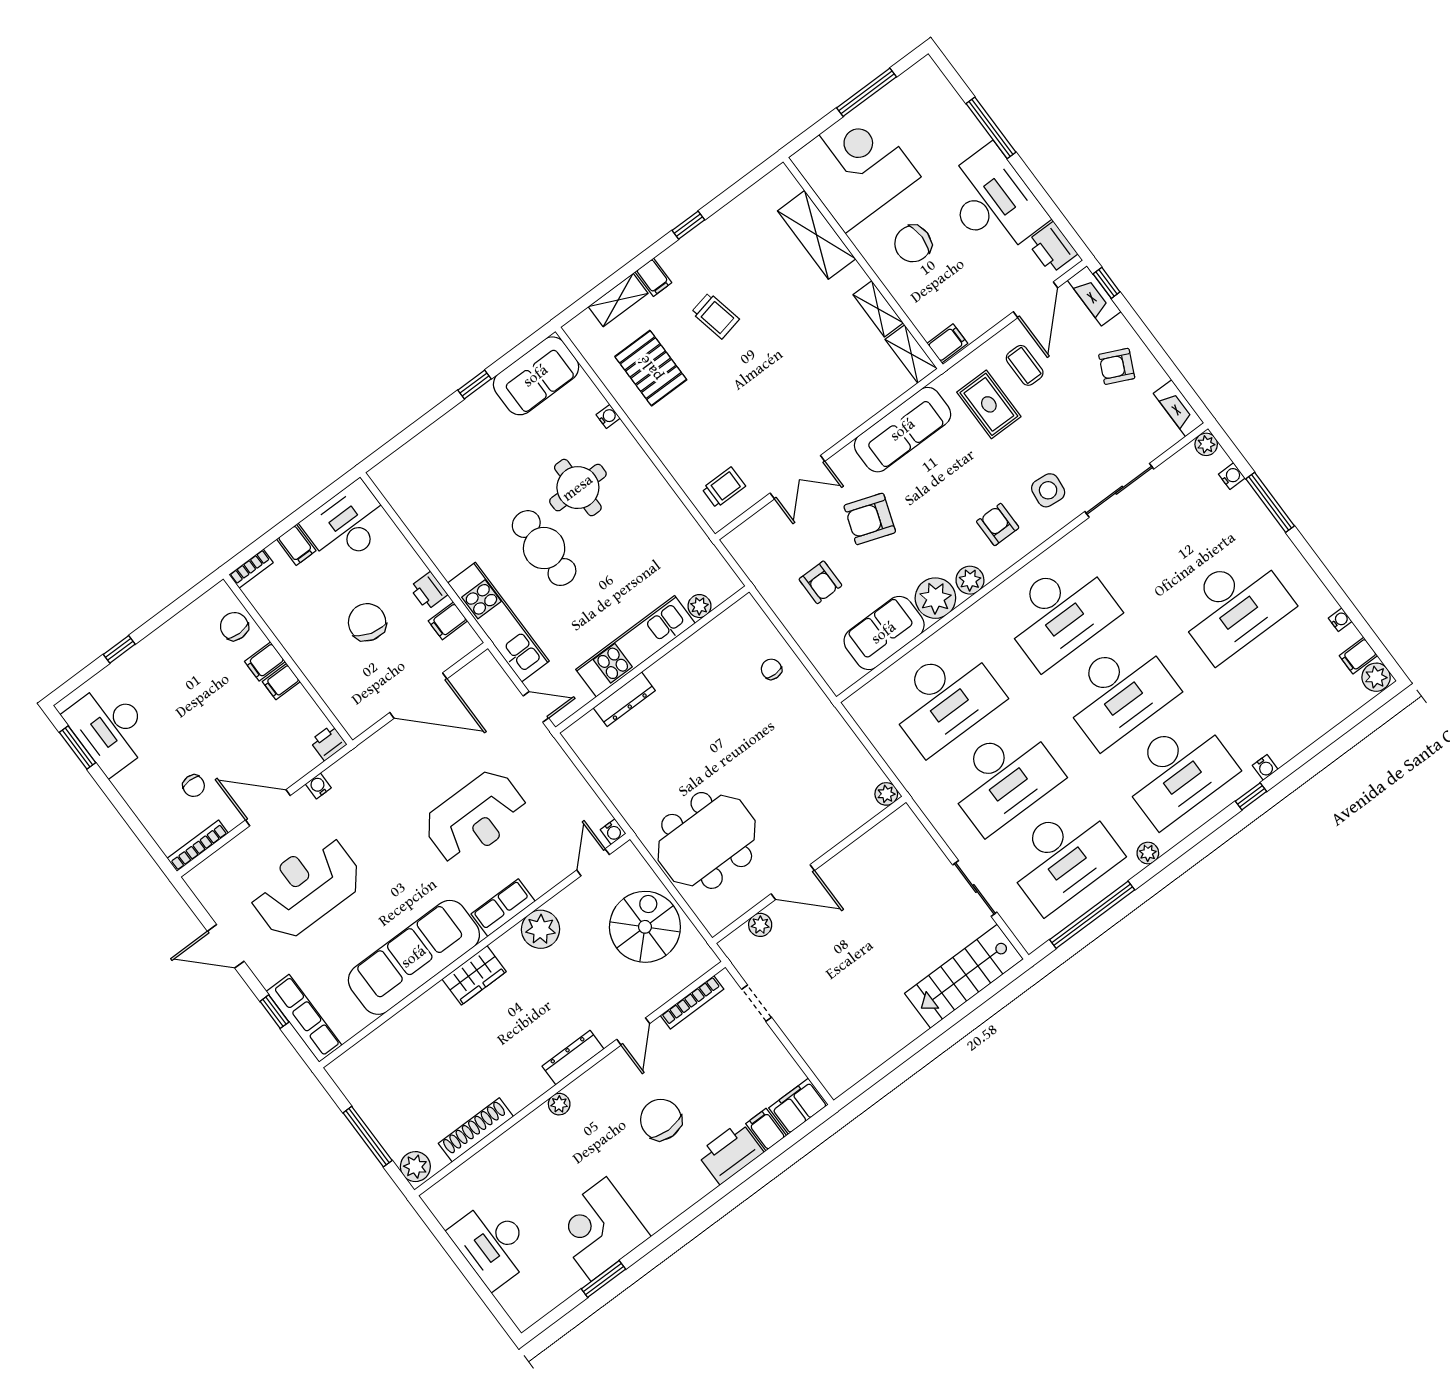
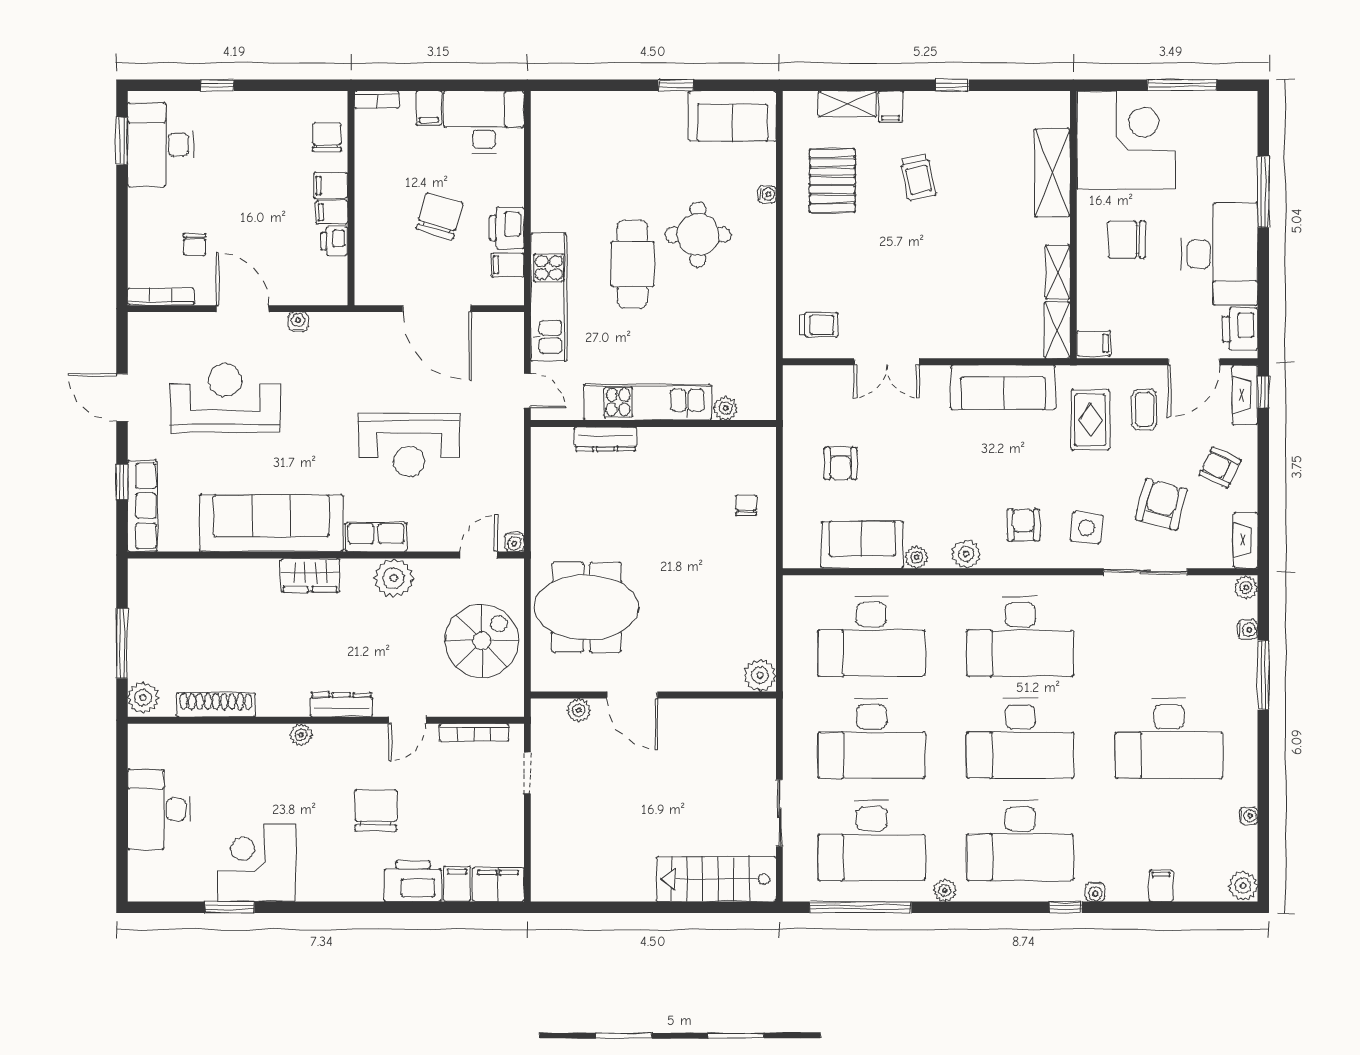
armchair: (870, 519) -> (1161, 504), moved, turned 86
printer: (429, 591) -> (507, 228), width x1.36, depth x1.24
plant: (935, 598) -> (917, 557), width x0.53, depth x0.53
filing cabinet: (1358, 656) -> (1161, 886), moved, turned 90
printer: (328, 743) -> (334, 241), moved, turned -90
plant: (886, 794) -> (760, 675), width x1.38, depth x1.38

